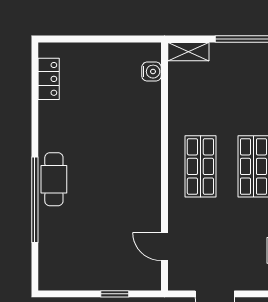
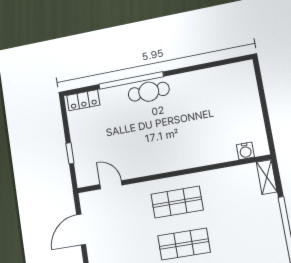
locker: (49, 79) -> (83, 100), moved
door: (164, 247) -> (111, 185), hinge flipped

